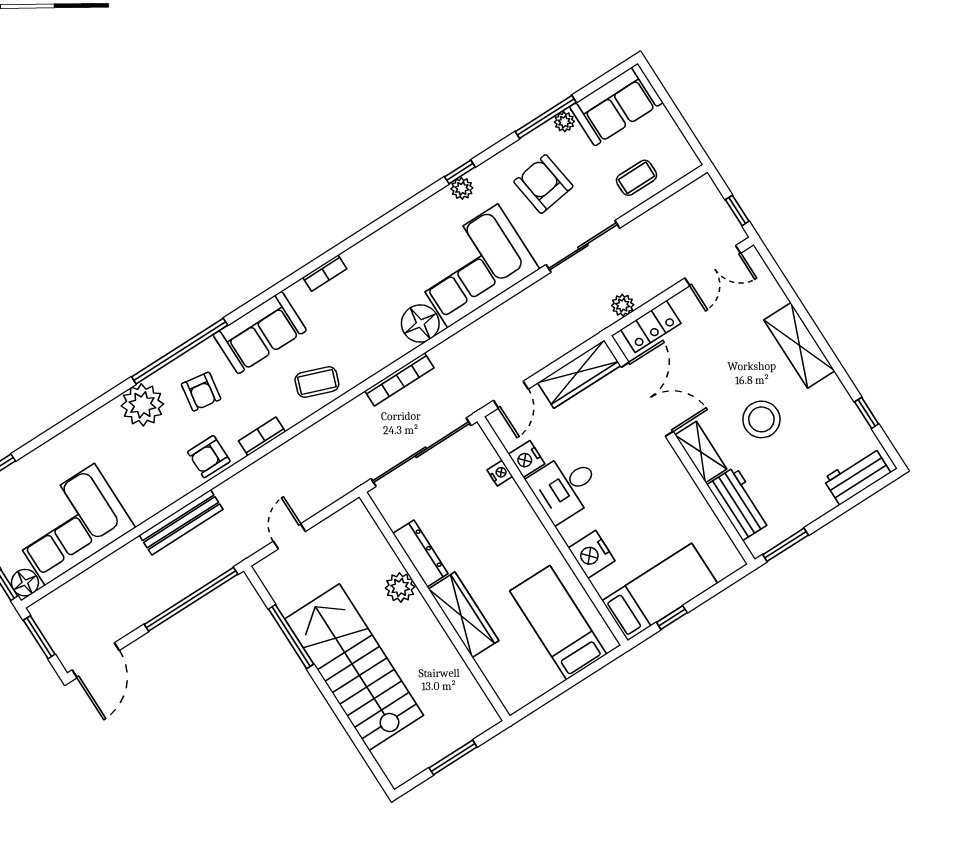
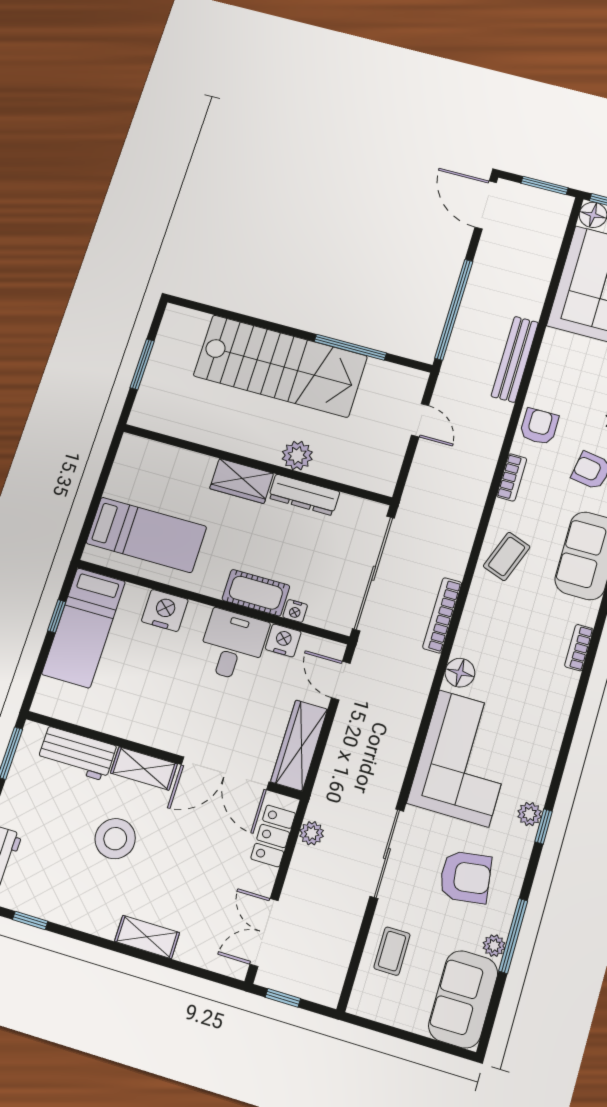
floor lamp: (420, 323) -> (460, 673), width x0.73, depth x0.73
shelving: (799, 345) -> (147, 937), width x0.67, depth x0.75
cot: (516, 511) -> (256, 593), added
wardrobe: (464, 615) -> (242, 481), width x0.67

